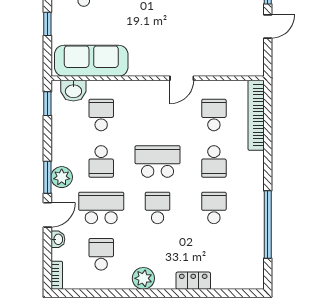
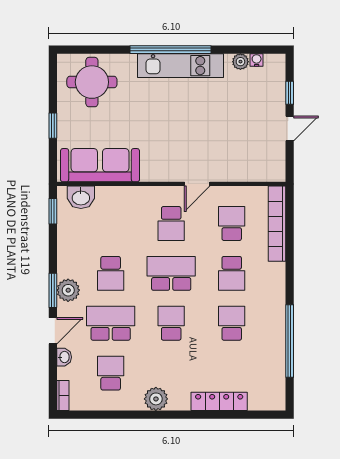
school desk: (101, 115) -> (171, 224), moved, turned 180
locker: (193, 281) -> (219, 401), width x1.53

